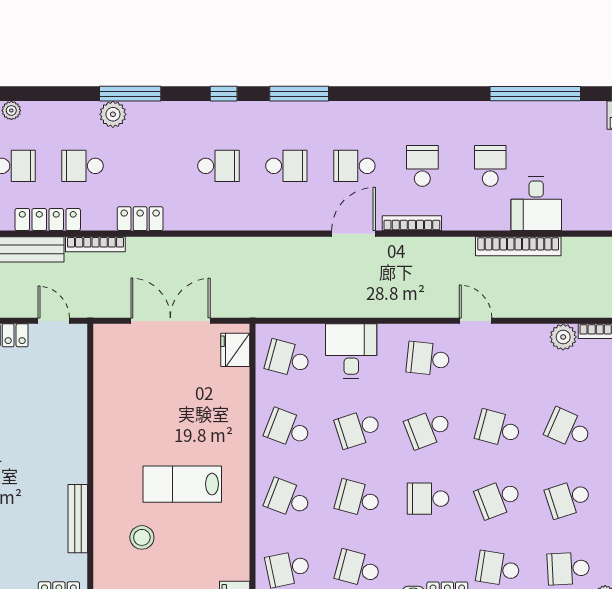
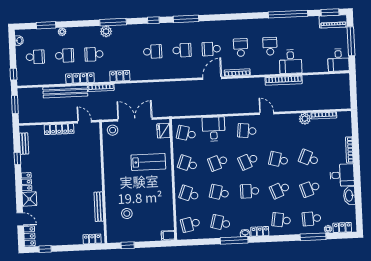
stool: (118, 343) -> (113, 130), added
lab bench: (182, 484) -> (148, 162), moved, turned 180

